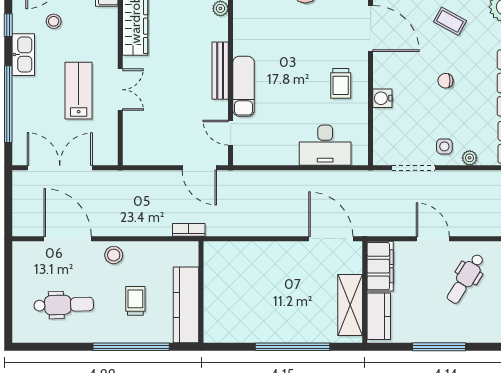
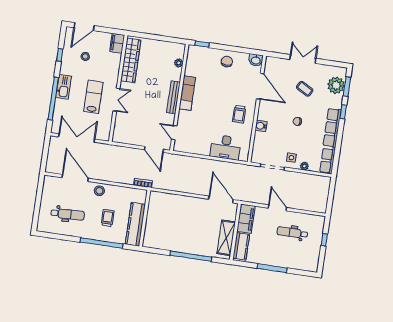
kitchen sink: (23, 55) -> (64, 87), moved
exam couch: (244, 86) -> (187, 93), moved
dental chair: (465, 279) -> (292, 233), turned 58

